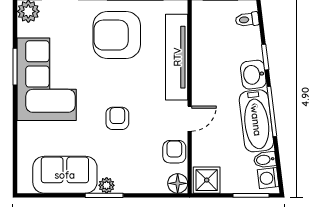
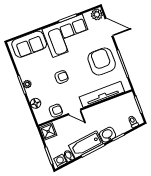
sofa: (65, 175) -> (29, 44), moved, turned 90
floor lamp: (178, 183) -> (36, 103), moved

